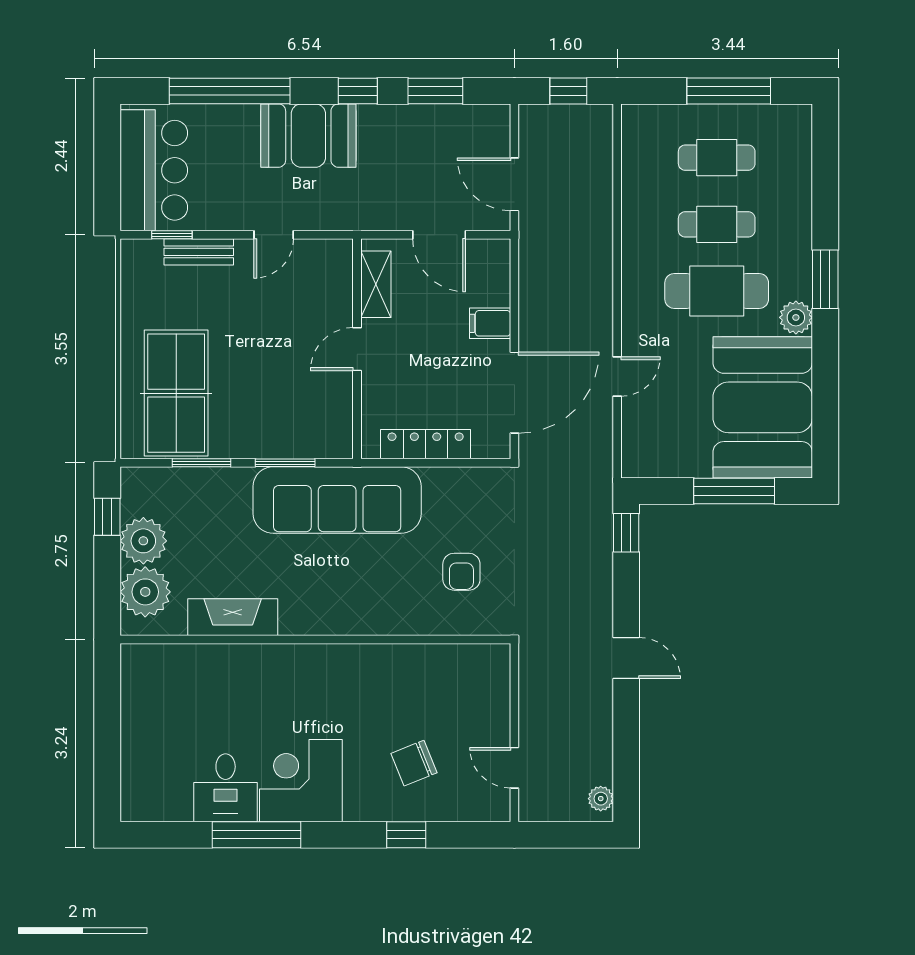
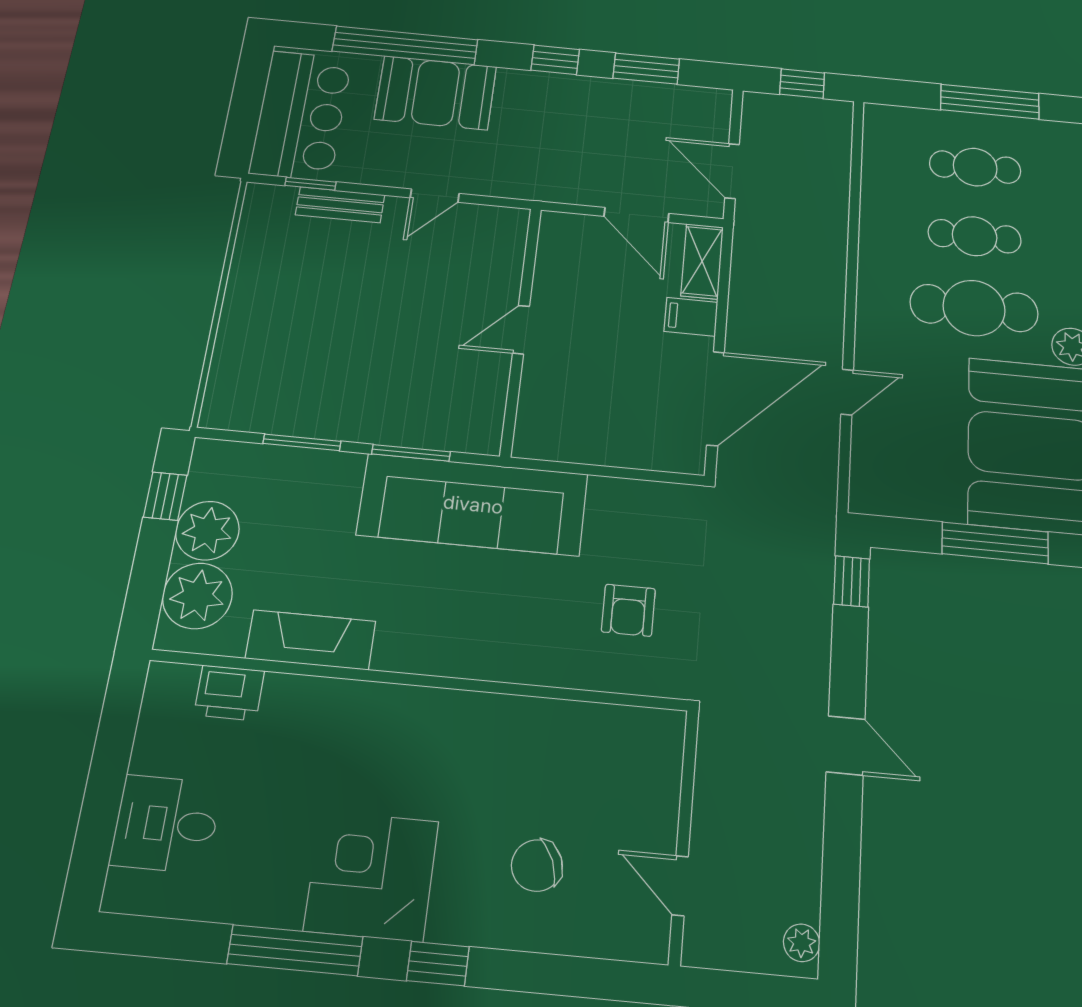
booth: (308, 136) -> (436, 93), moved
shelving: (376, 284) -> (702, 261), moved
table tennis table: (176, 393) -> (284, 358), removed
locker: (426, 444) -> (596, 448), removed
printer: (181, 662) -> (229, 693), added
desk: (226, 788) -> (166, 824), moved, turned 90
window: (406, 835) -> (438, 964), moved

